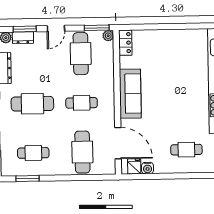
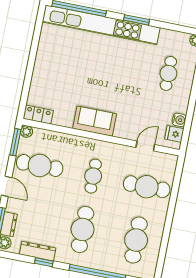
sofa: (130, 94) -> (95, 121), width x0.73
door: (118, 143) -> (145, 146), width x0.53
cafe table: (33, 153) -> (136, 240), width x1.37, depth x1.35
window: (28, 179) -> (163, 252), removed

